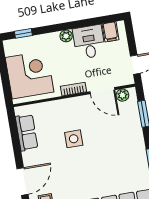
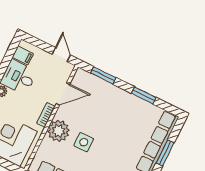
plant: (122, 95) -> (58, 131), moved, width x1.87, depth x1.87

